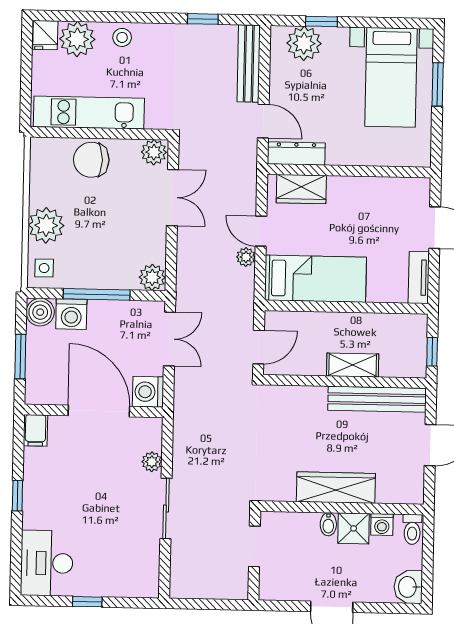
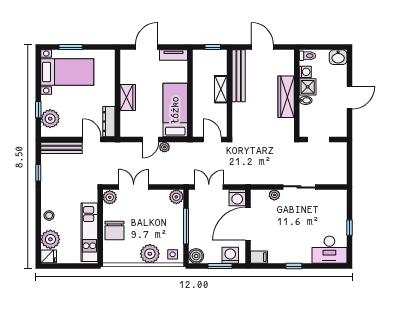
door: (263, 121) -> (92, 139), hinge flipped
wardrobe: (301, 189) -> (128, 97), moved
washing machine: (71, 314) -> (230, 255), moved, turned -90

